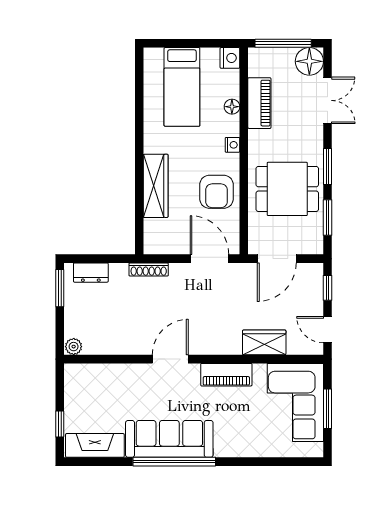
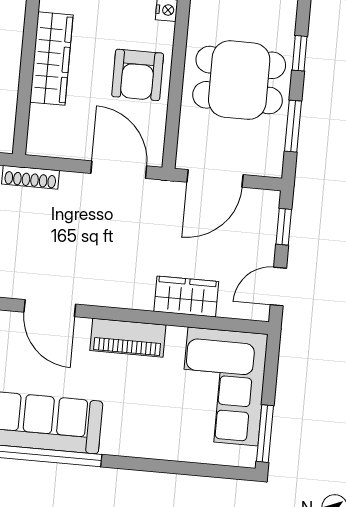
window: (327, 166) -> (300, 53), width x0.67
door: (327, 330) -> (278, 286), hinge flipped
door: (170, 359) -> (50, 308), swing flipped
window: (327, 409) -> (265, 434), moved

